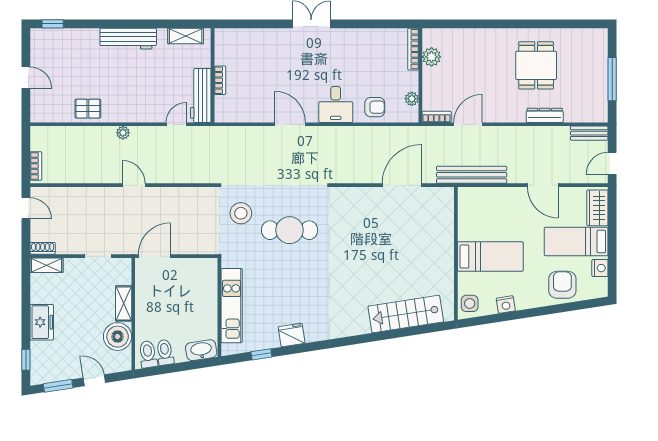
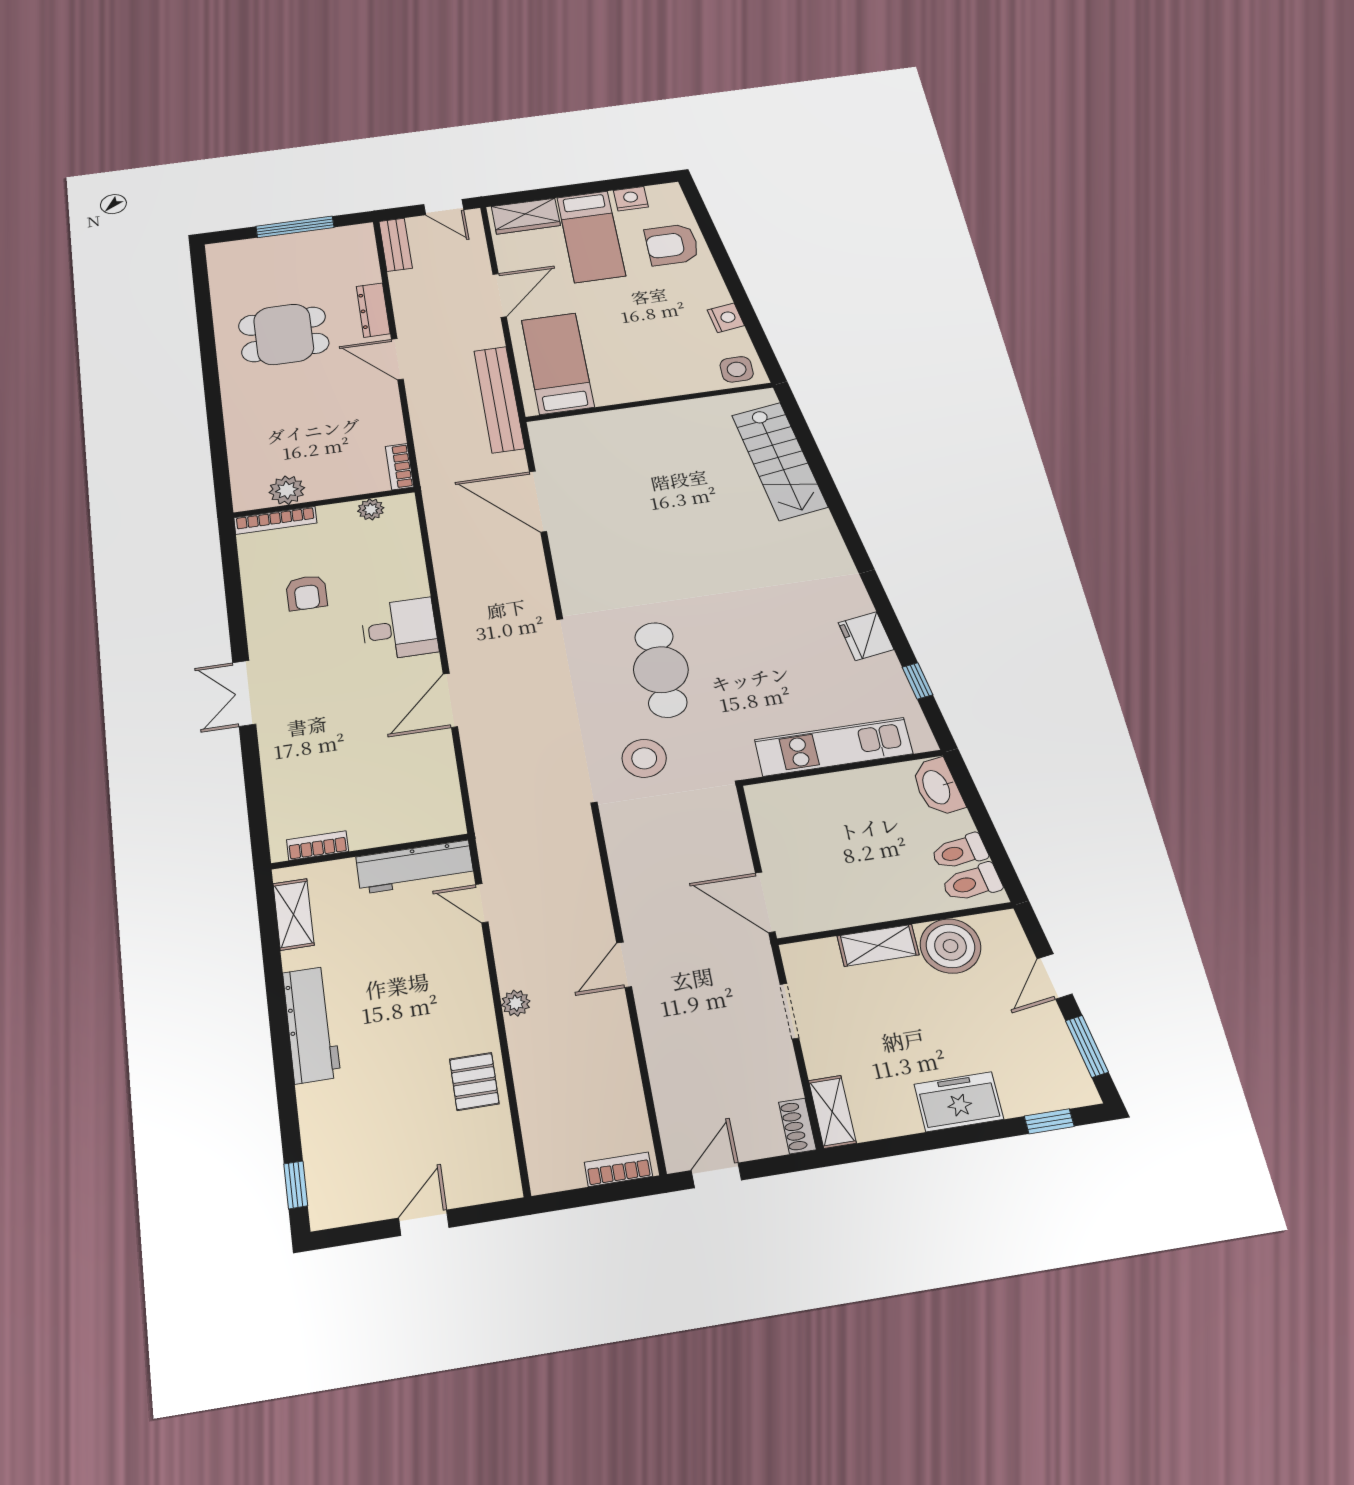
bookcase: (220, 80) -> (318, 846), moved
armchair: (375, 107) -> (307, 593), moved, turned 180
door: (468, 124) -> (397, 359), moved
bed: (490, 257) -> (558, 363), moved

